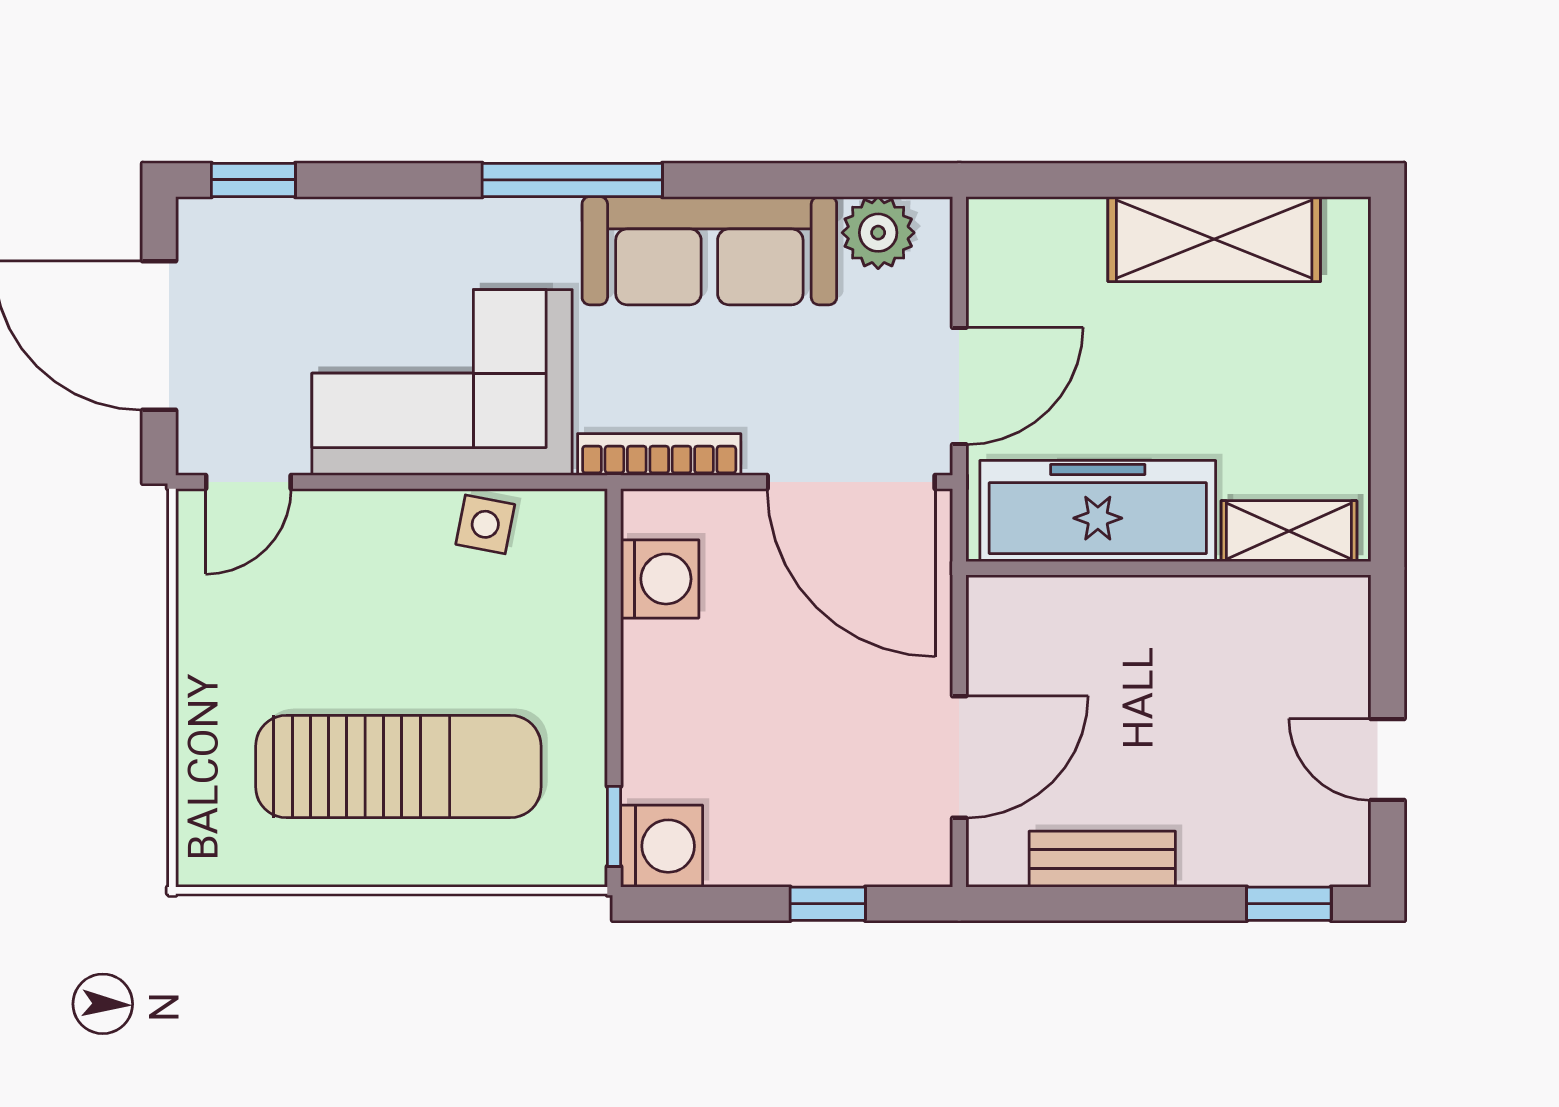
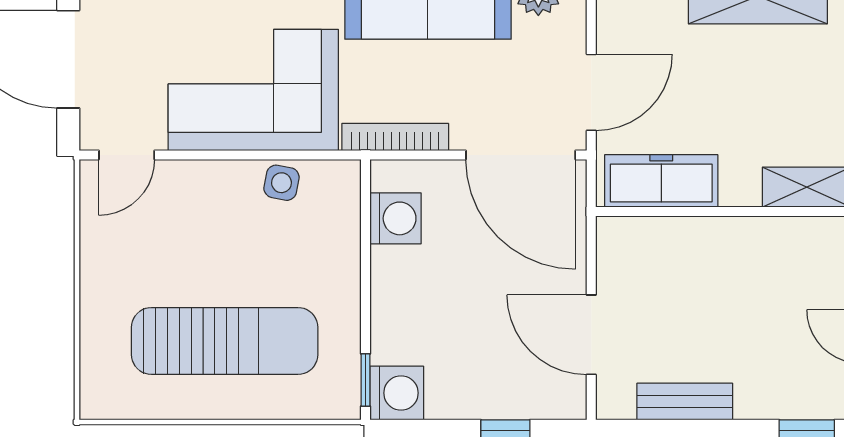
freezer: (1098, 511) -> (661, 181), width x0.73, depth x0.79
door: (959, 757) -> (591, 335), swing flipped

